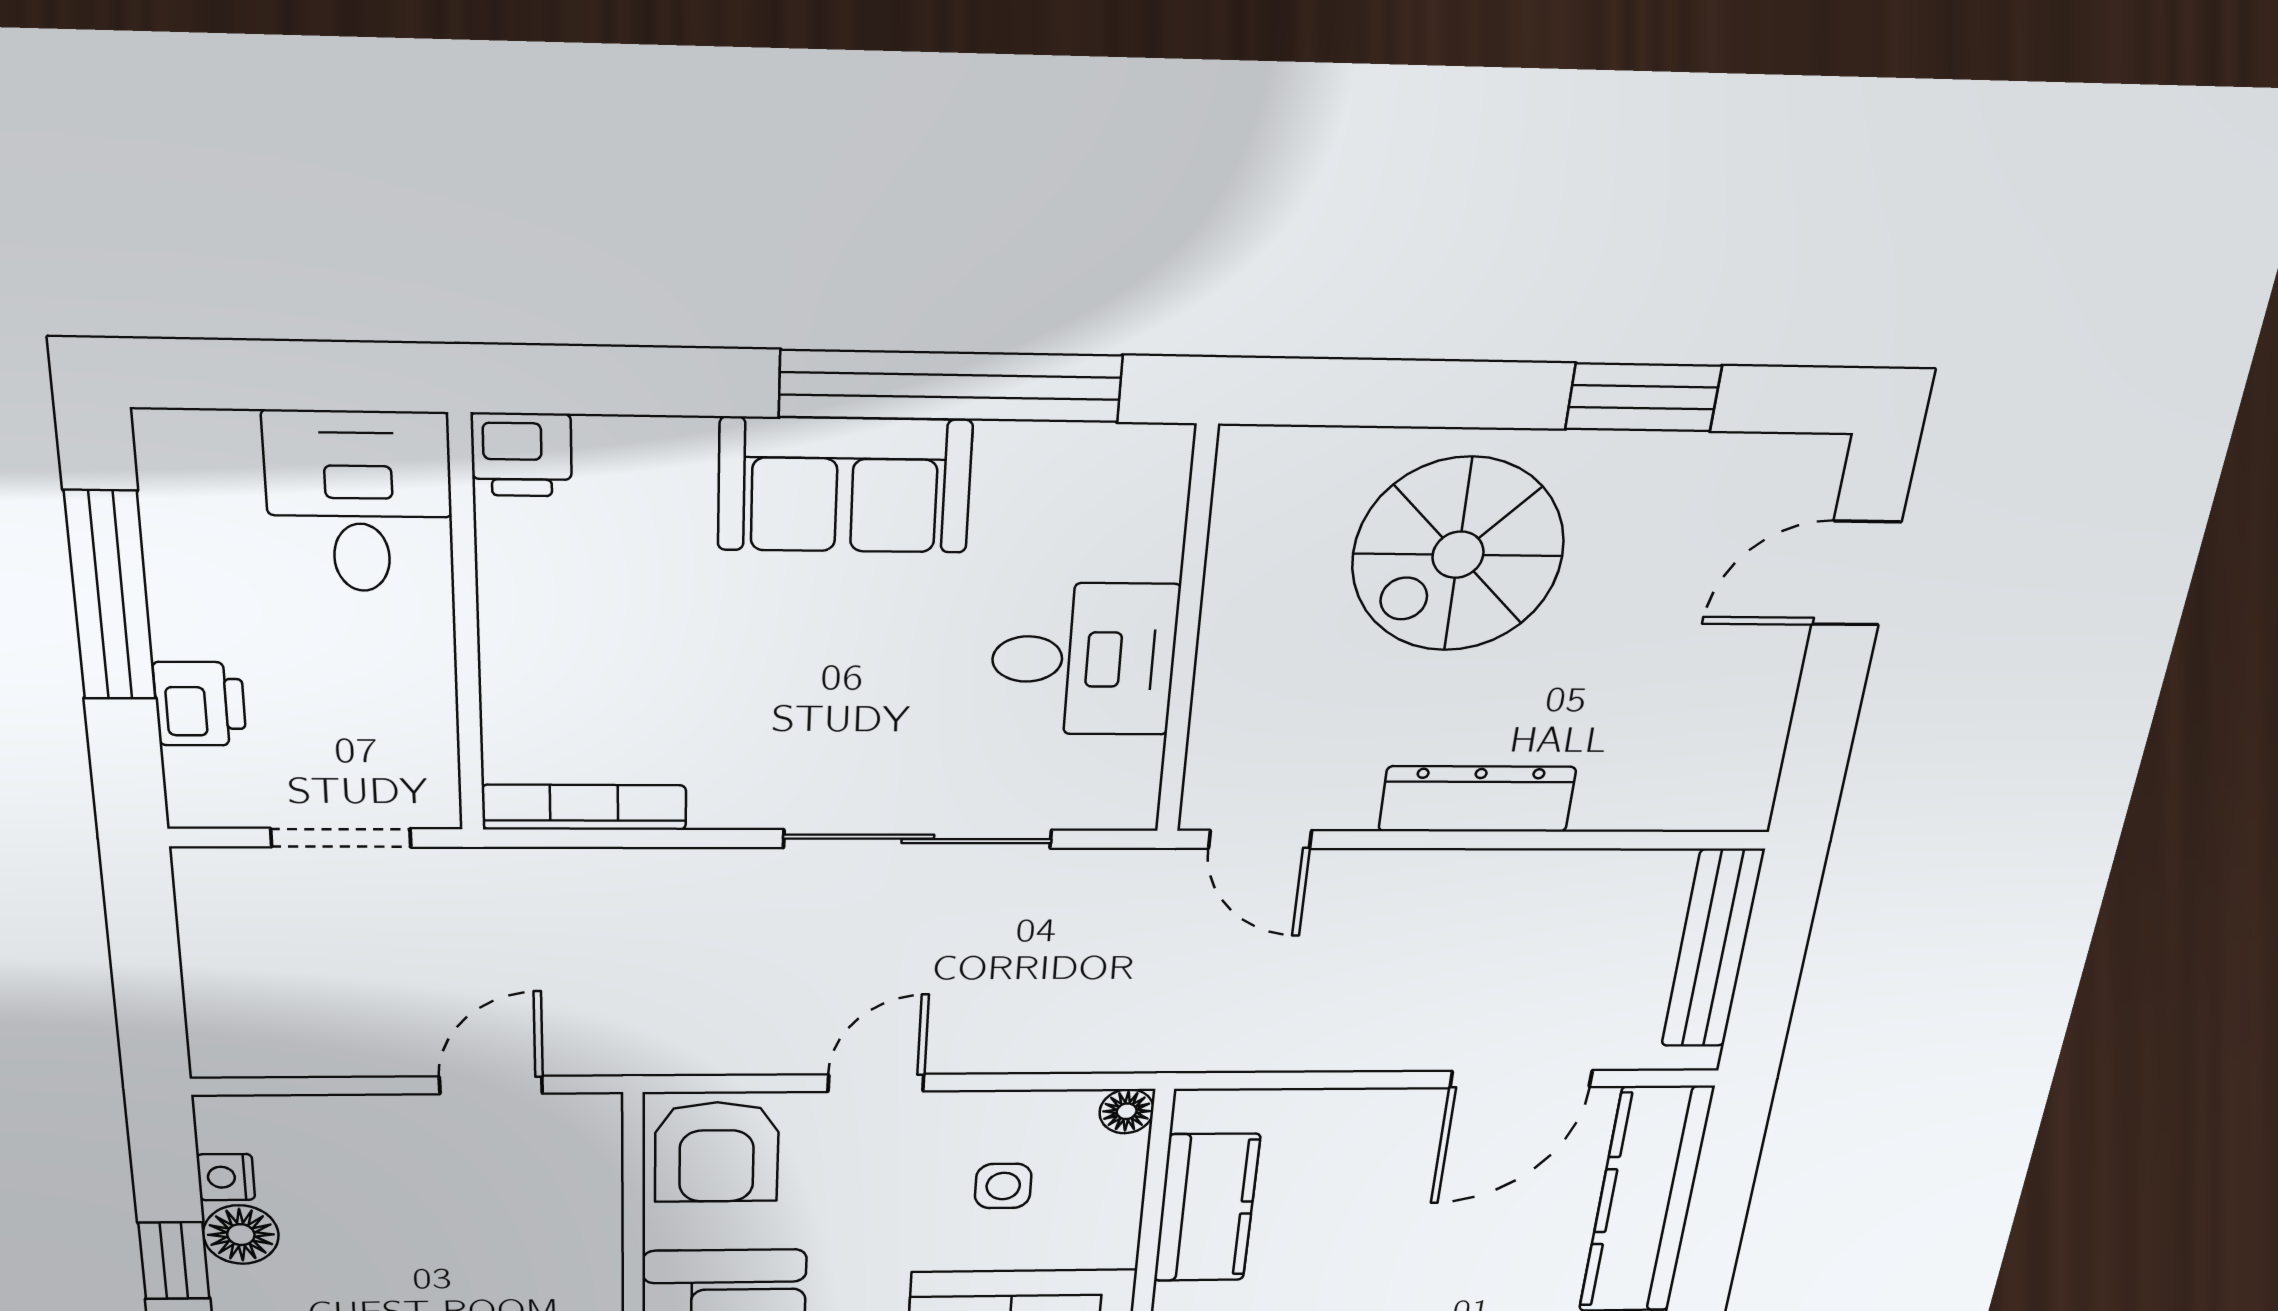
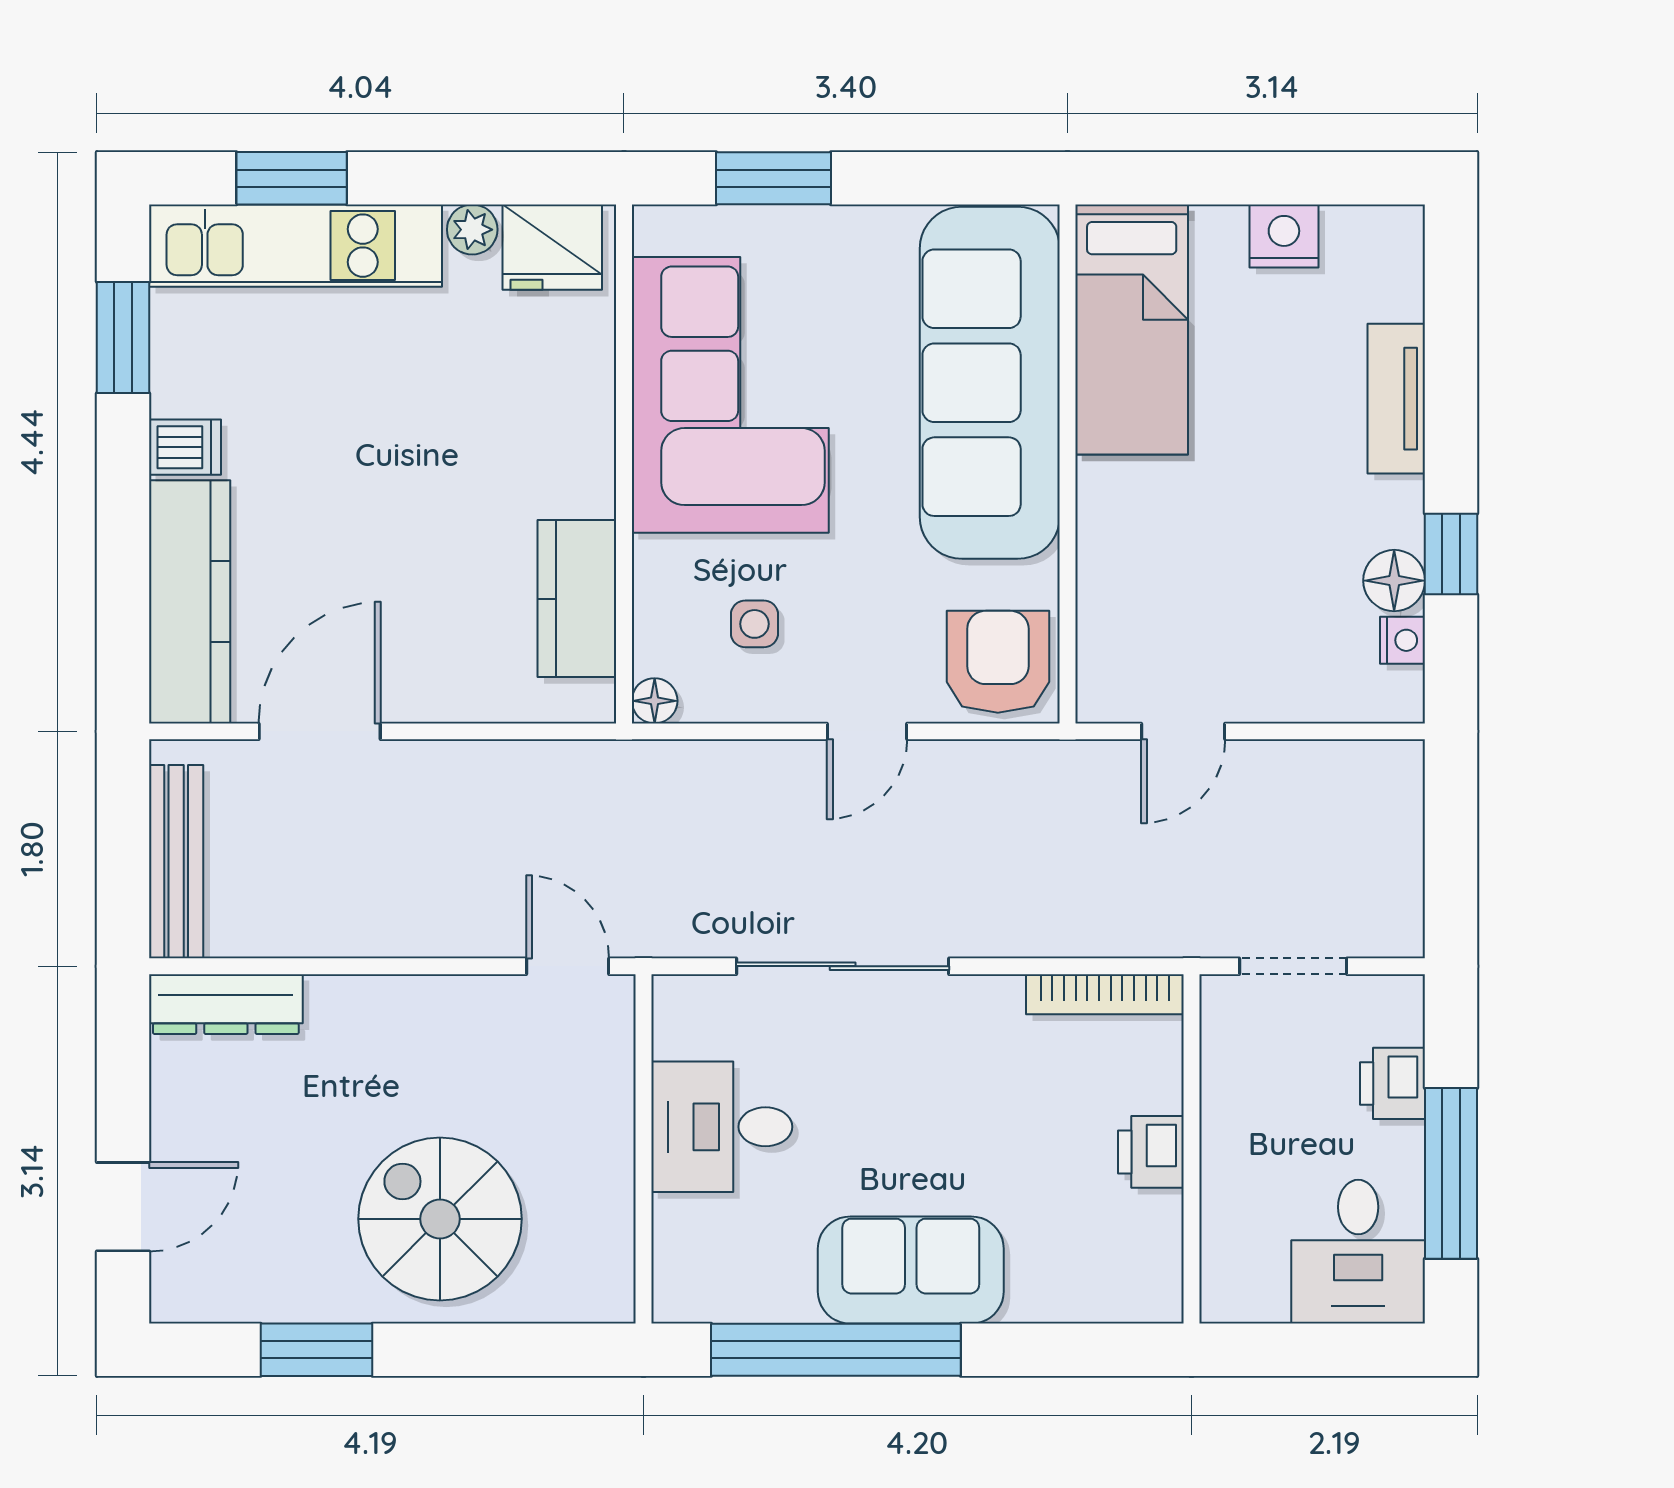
printer: (521, 455) -> (1151, 1152), moved, turned -90
desk: (359, 502) -> (1358, 1252), moved
spiral stairs: (1458, 555) -> (440, 1219), turned -90
dresser: (1477, 799) -> (226, 1004), moved

